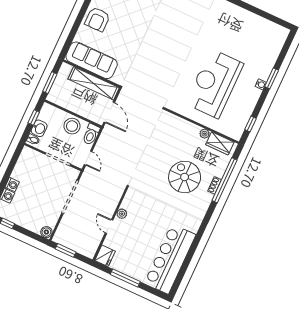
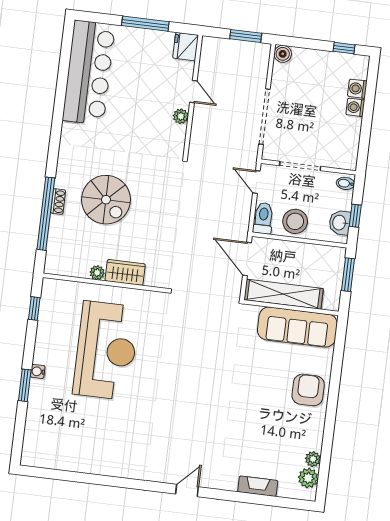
washbasin: (39, 128) -> (340, 223), moved
wardrobe: (220, 143) -> (125, 272), moved

